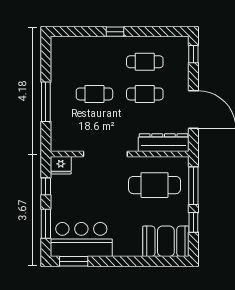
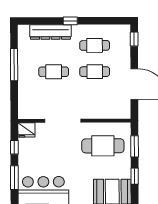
window: (46, 102) -> (14, 65), moved
dresser: (164, 143) -> (50, 32), moved, turned 180
window: (193, 186) -> (135, 146), width x0.69

